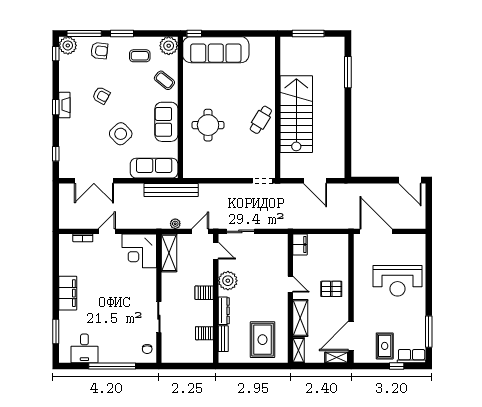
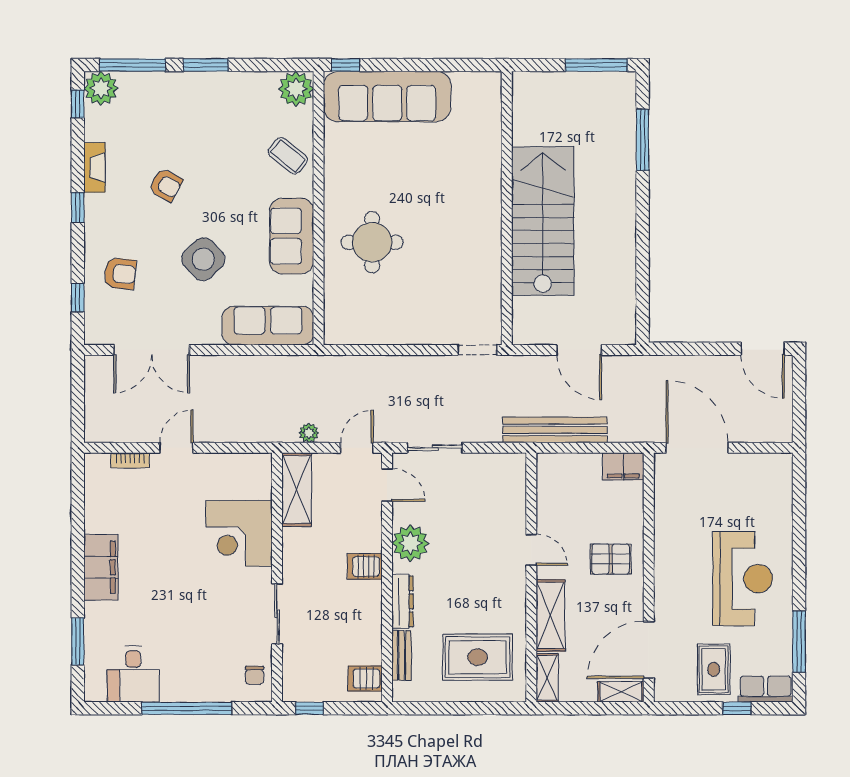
window: (308, 33) -> (596, 65), moved
armchair: (99, 51) -> (120, 274), moved
coffee table: (140, 56) -> (240, 108), removed
fireplace: (64, 105) -> (94, 167), moved
cafe table: (261, 120) -> (474, 232), removed
bench: (171, 190) -> (555, 430), moved
filing cabinet: (300, 244) -> (623, 466), moved, turned 90
corner desk: (139, 251) -> (239, 533), moved
reception desk: (397, 281) -> (743, 579), moved, turned -90
server rack: (204, 333) -> (365, 679), moved
rug: (263, 340) -> (478, 657), turned 90
window: (176, 366) -> (309, 708), added

